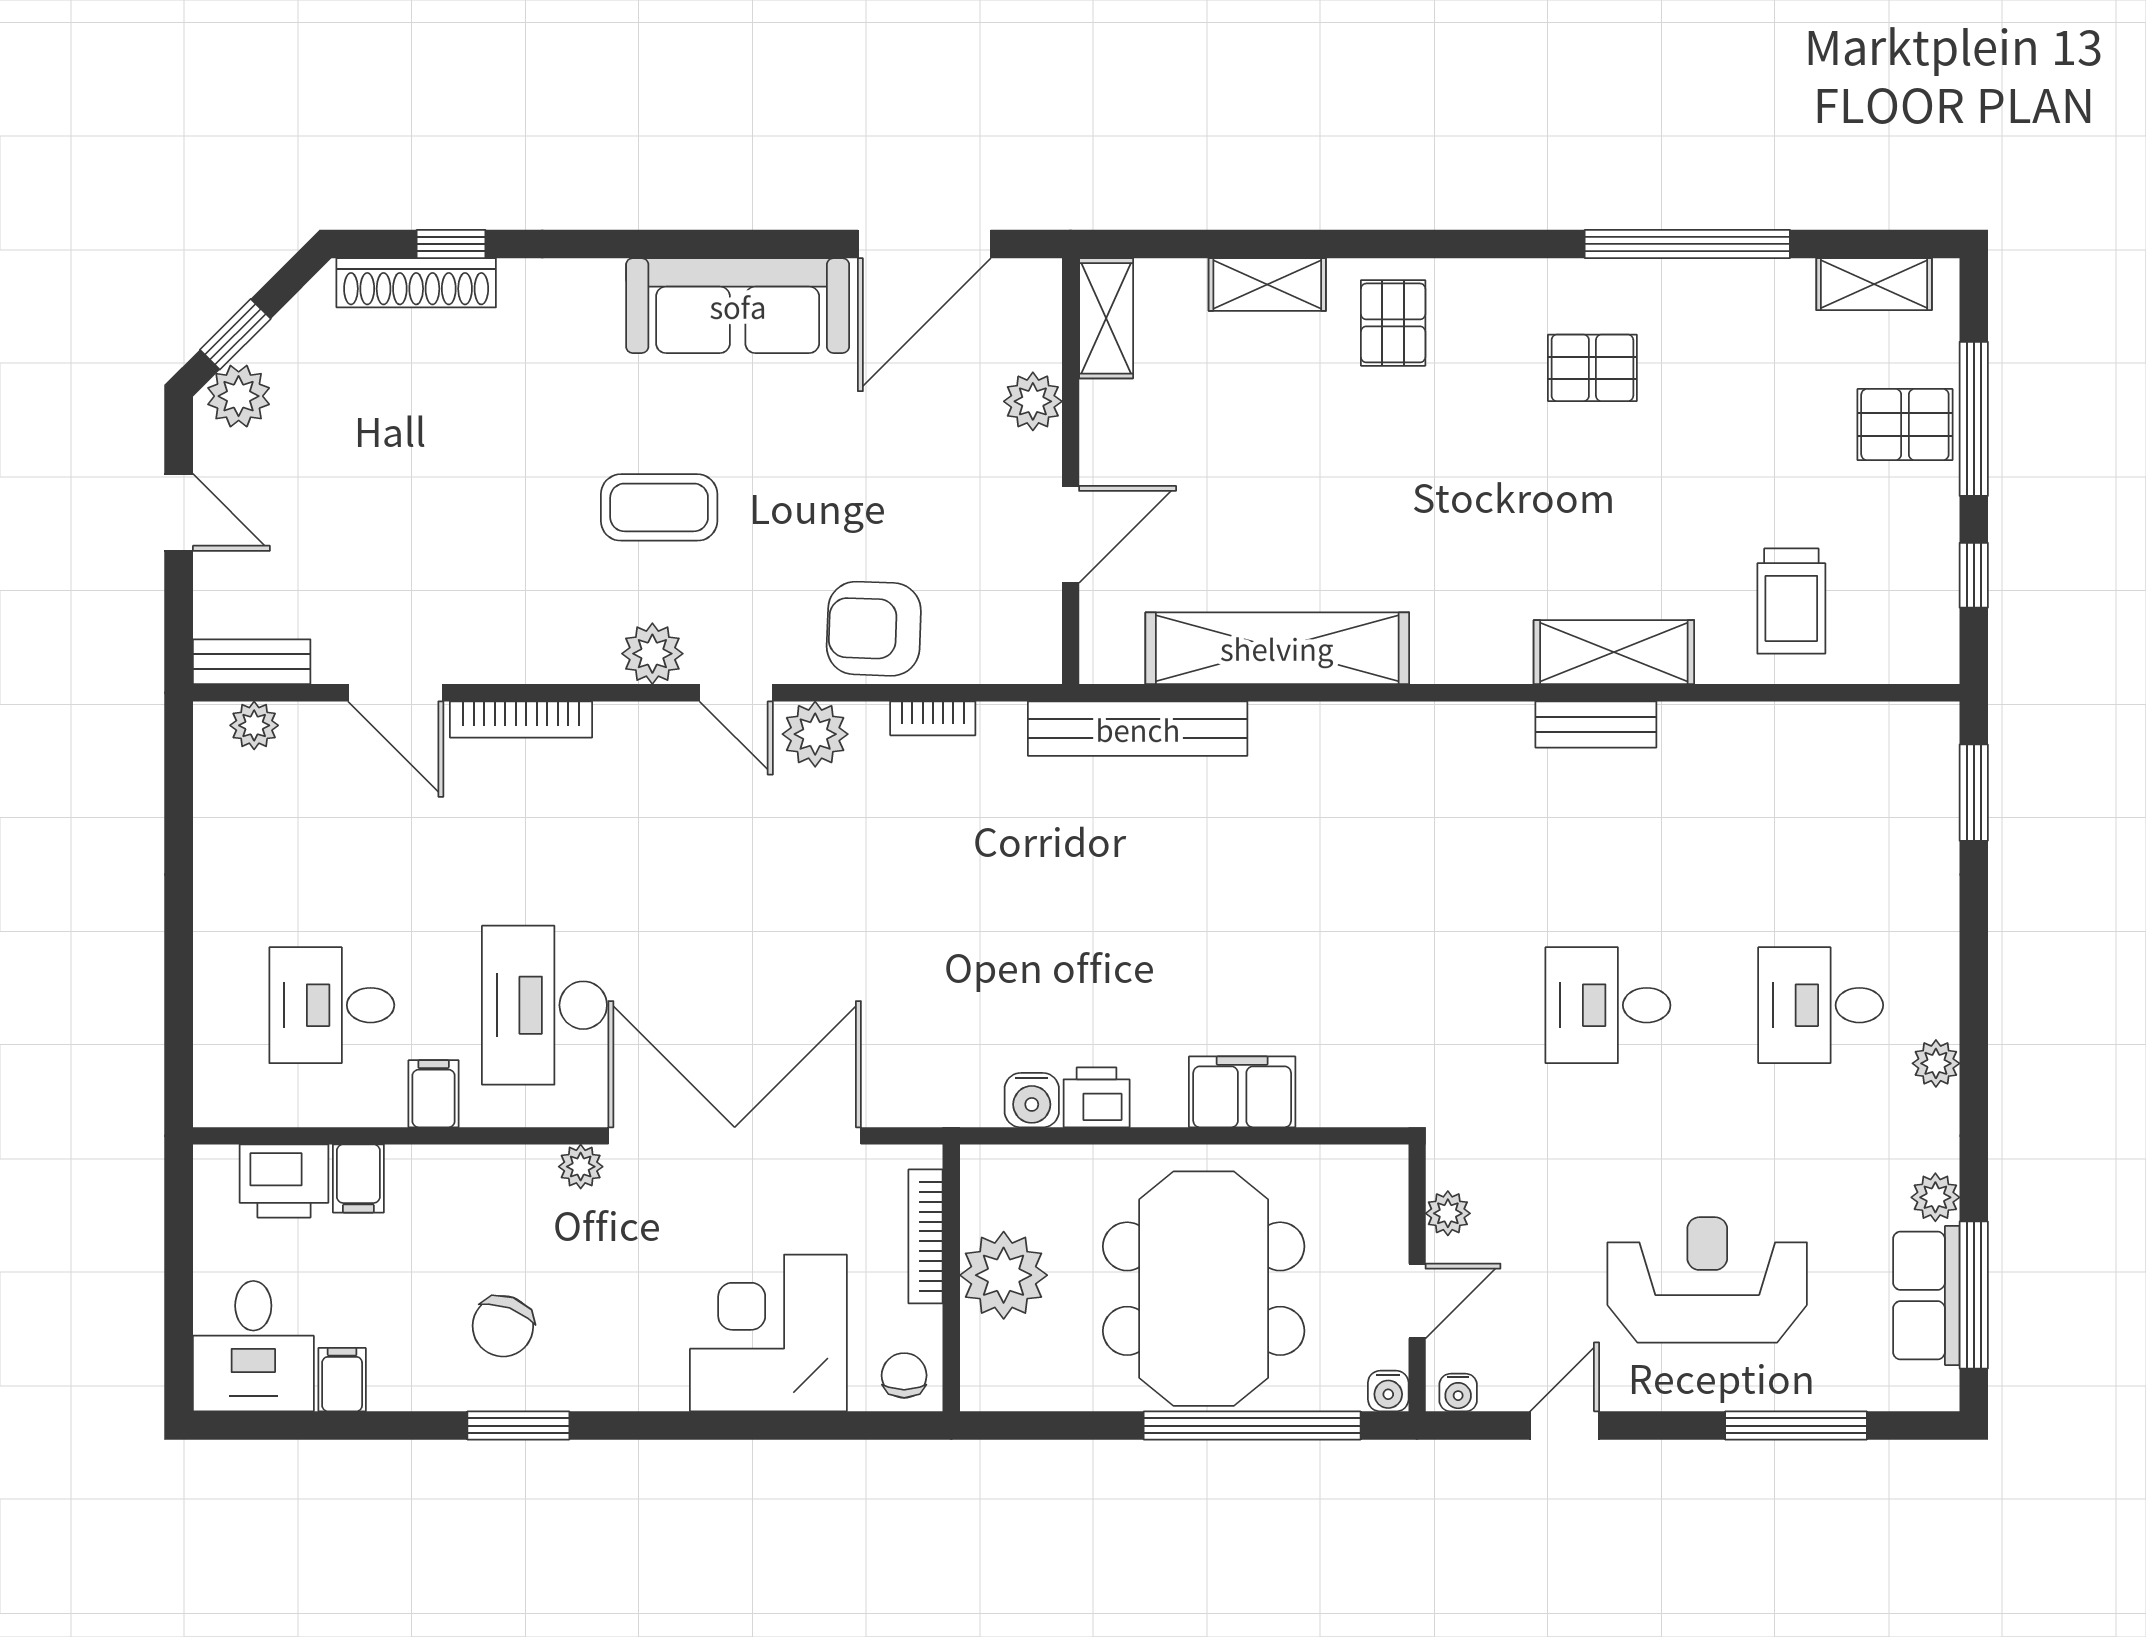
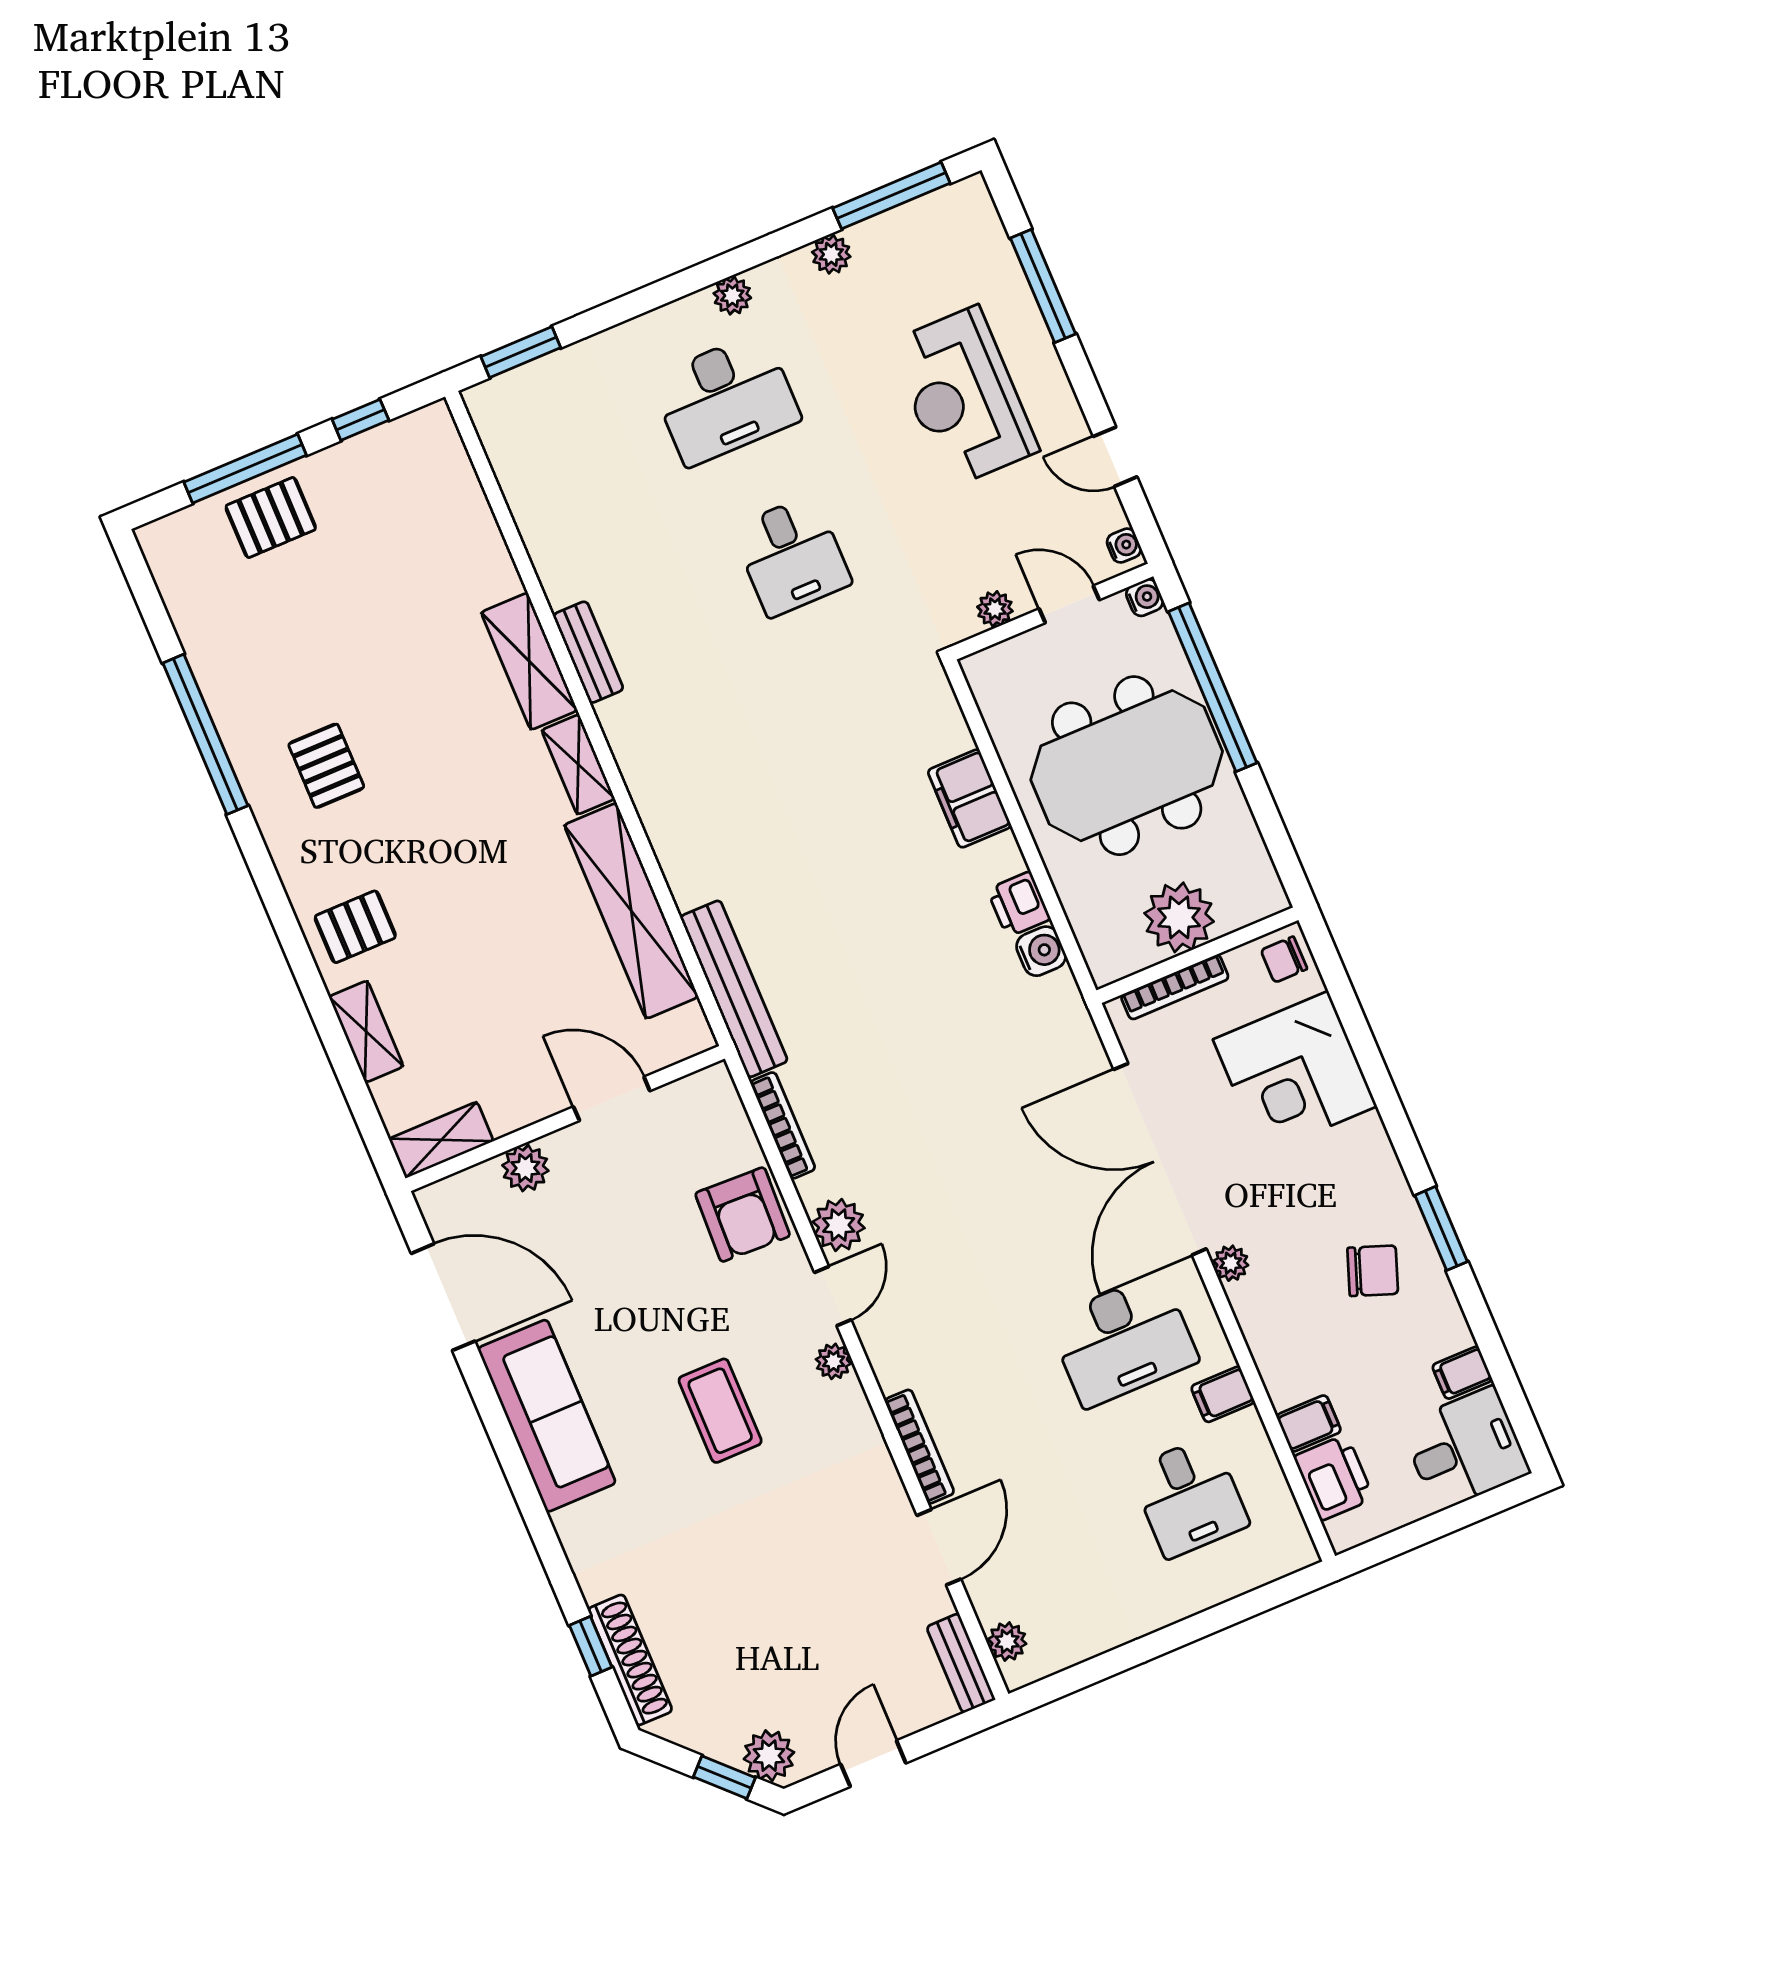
shelving: (1874, 284) -> (578, 764), moved
pallet: (1905, 425) -> (271, 518), turned 90
trolley: (1791, 601) -> (436, 546), removed
plant: (652, 654) -> (834, 1361), width x0.73, depth x0.73
bookcase: (933, 718) -> (783, 1125), width x1.56
desk: (1821, 1005) -> (725, 399), width x1.37
row of seats: (1926, 1296) -> (907, 230), removed

